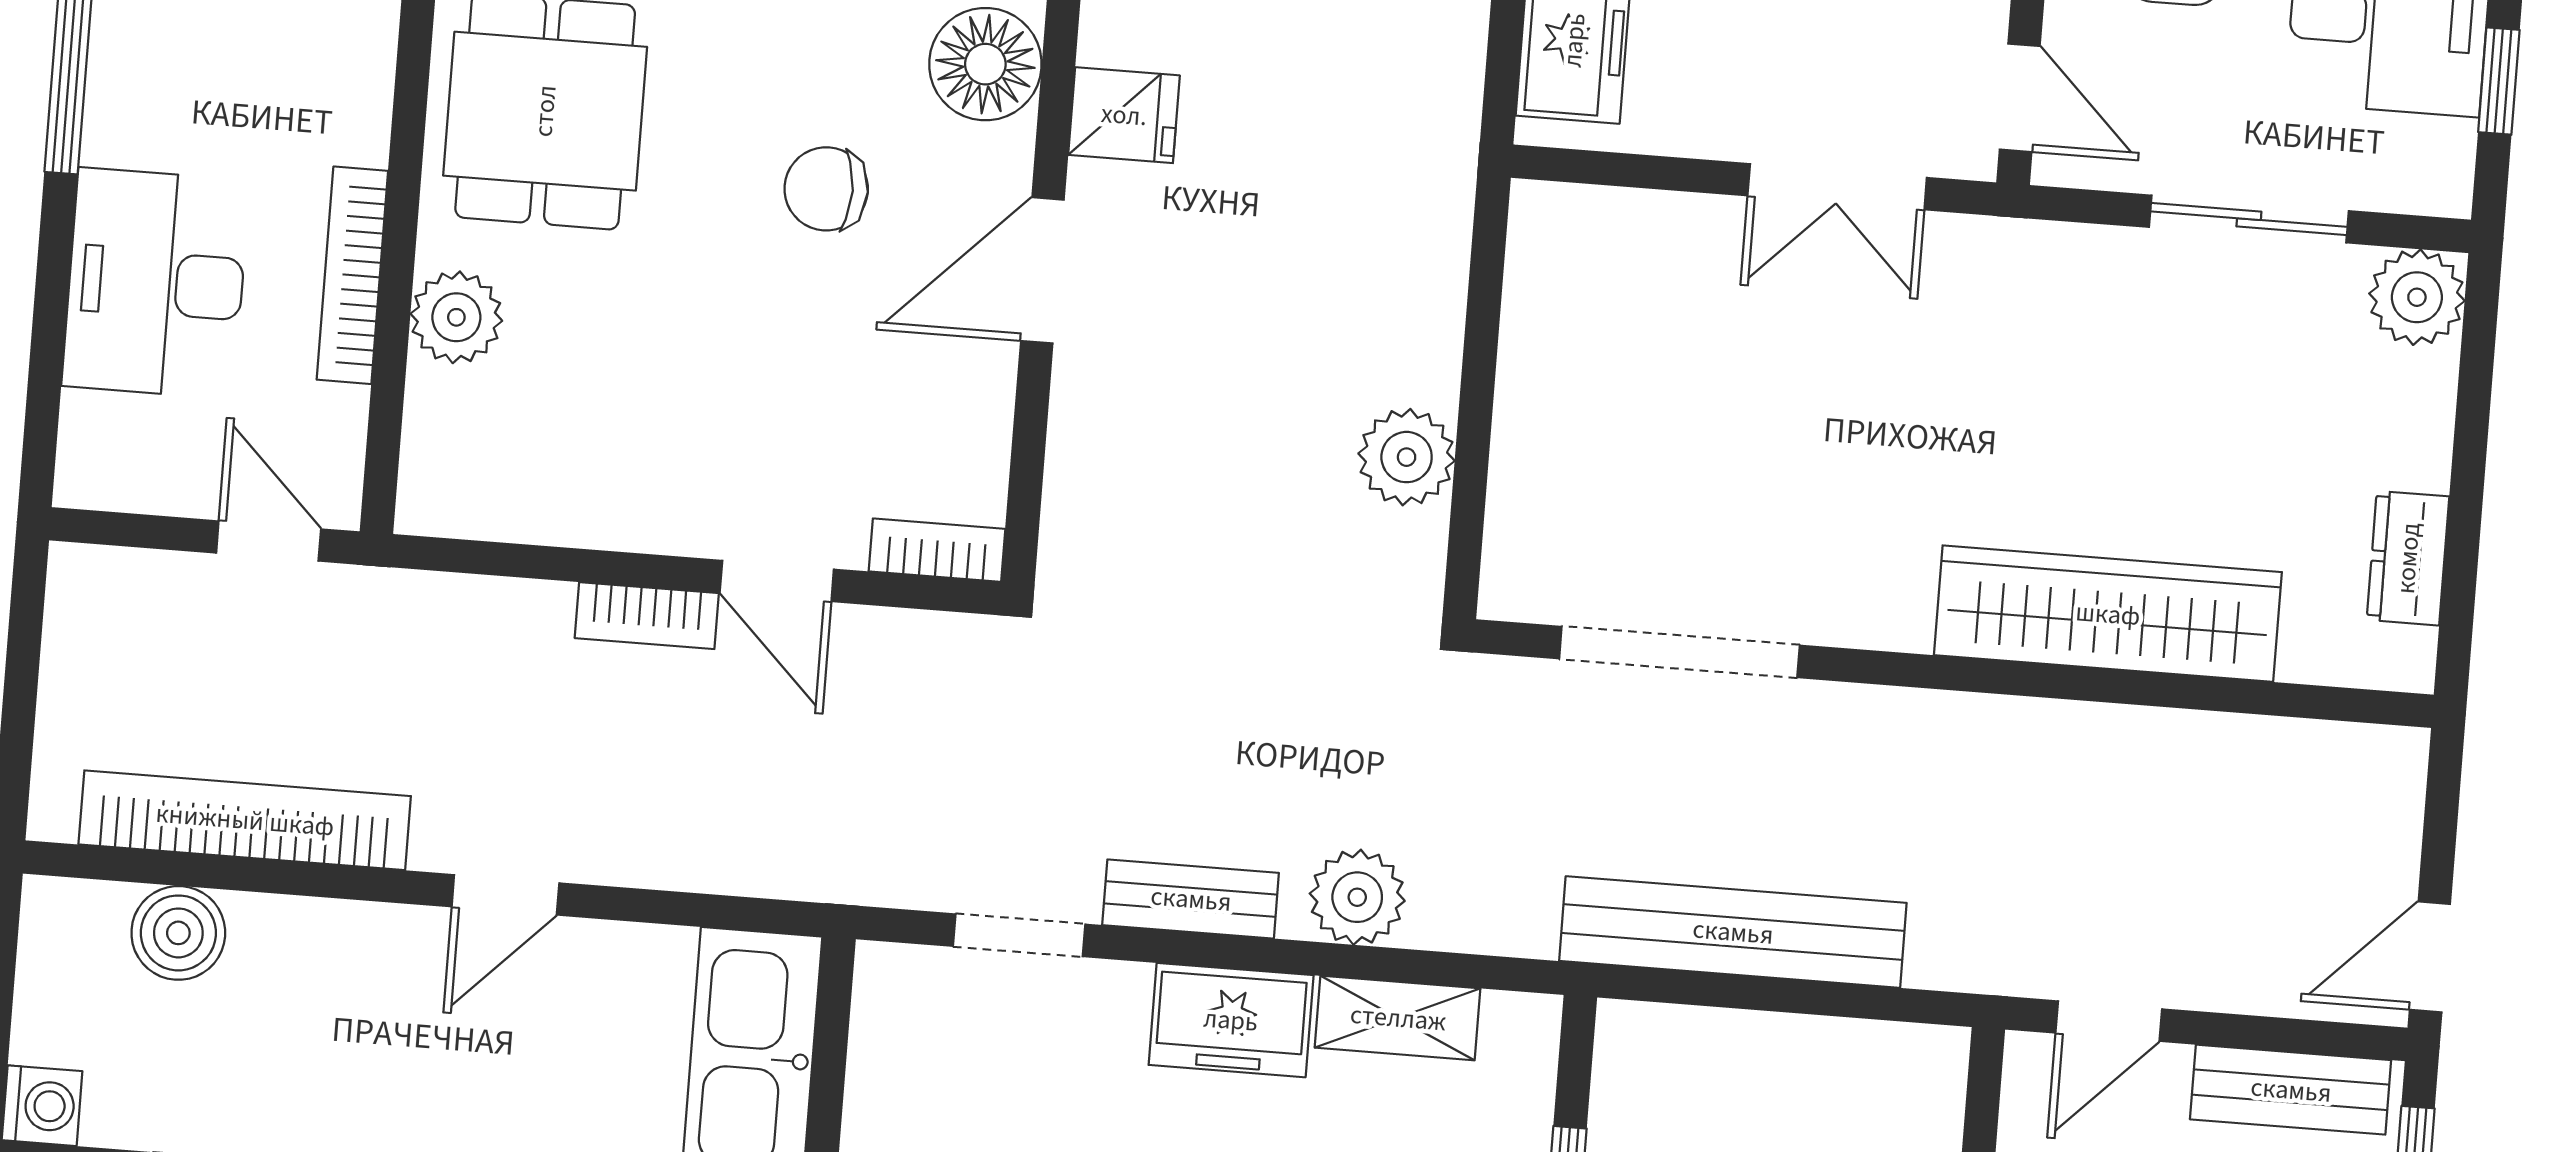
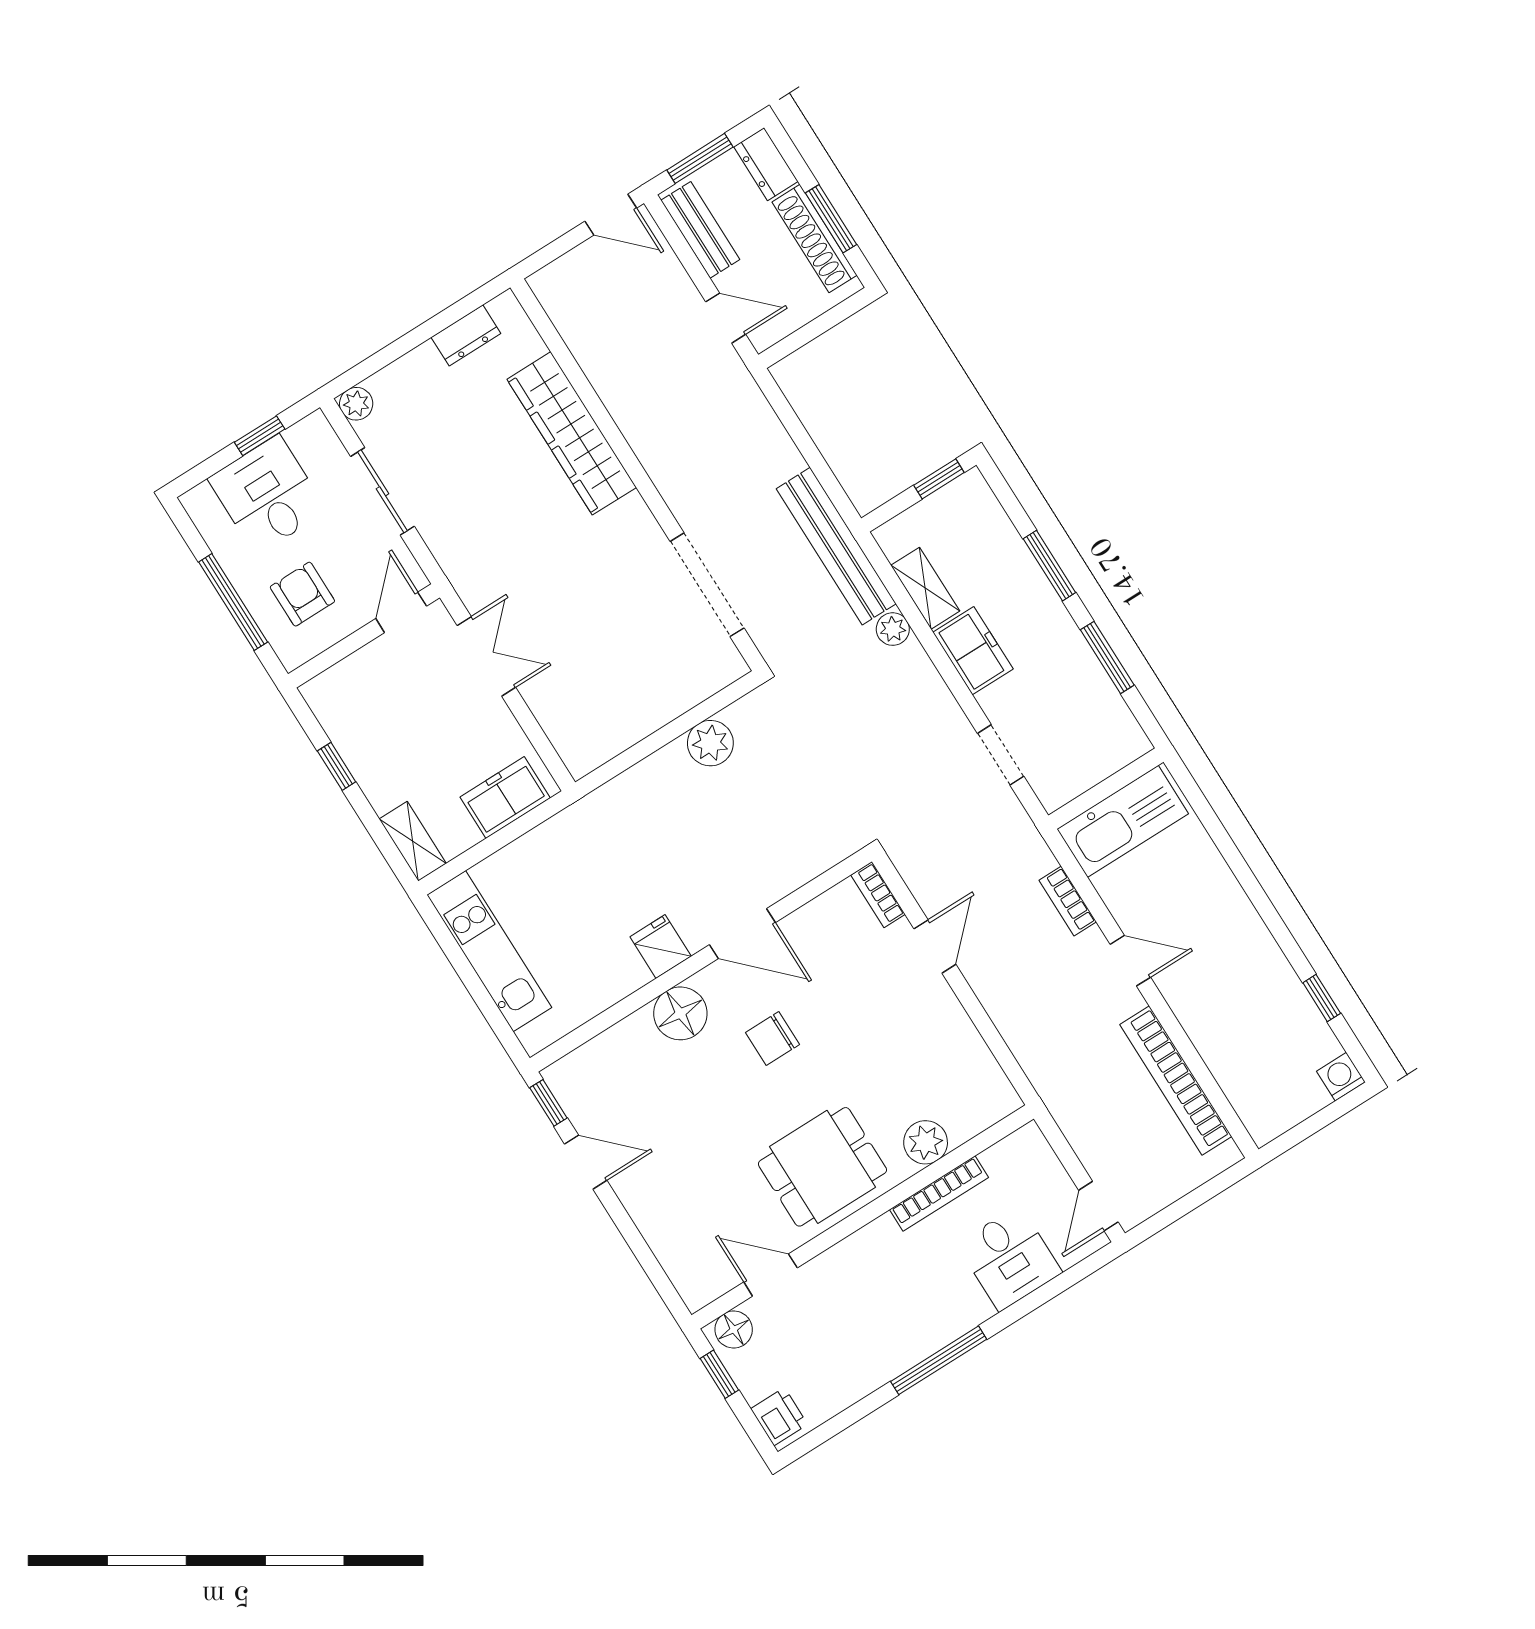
chair: (826, 189) -> (773, 1038), turned 90
desk: (156, 283) -> (1009, 1258), width x0.73
plant: (2417, 297) -> (356, 404), width x0.73, depth x0.73
door: (269, 541) -> (1098, 1206), moved
bookcase: (647, 616) -> (1068, 901), moved, turned 180
plant: (1357, 897) -> (893, 629), width x0.73, depth x0.73
bench: (1191, 899) -> (939, 700), removed
bench: (1733, 932) -> (836, 546), moved
boiler: (178, 933) -> (1237, 1074), removed

